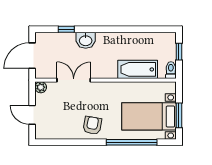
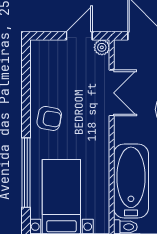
bathtub: (138, 69) -> (131, 181), width x1.36, depth x1.36
door: (32, 115) -> (79, 36), moved

